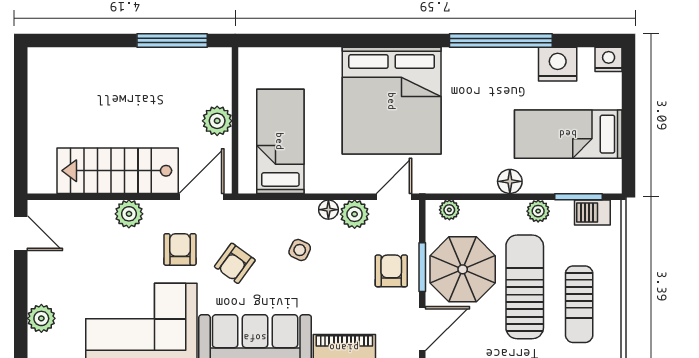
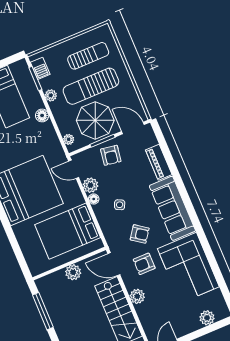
bed: (280, 141) -> (68, 231), width x1.50
armchair: (391, 271) -> (111, 155), turned -81

